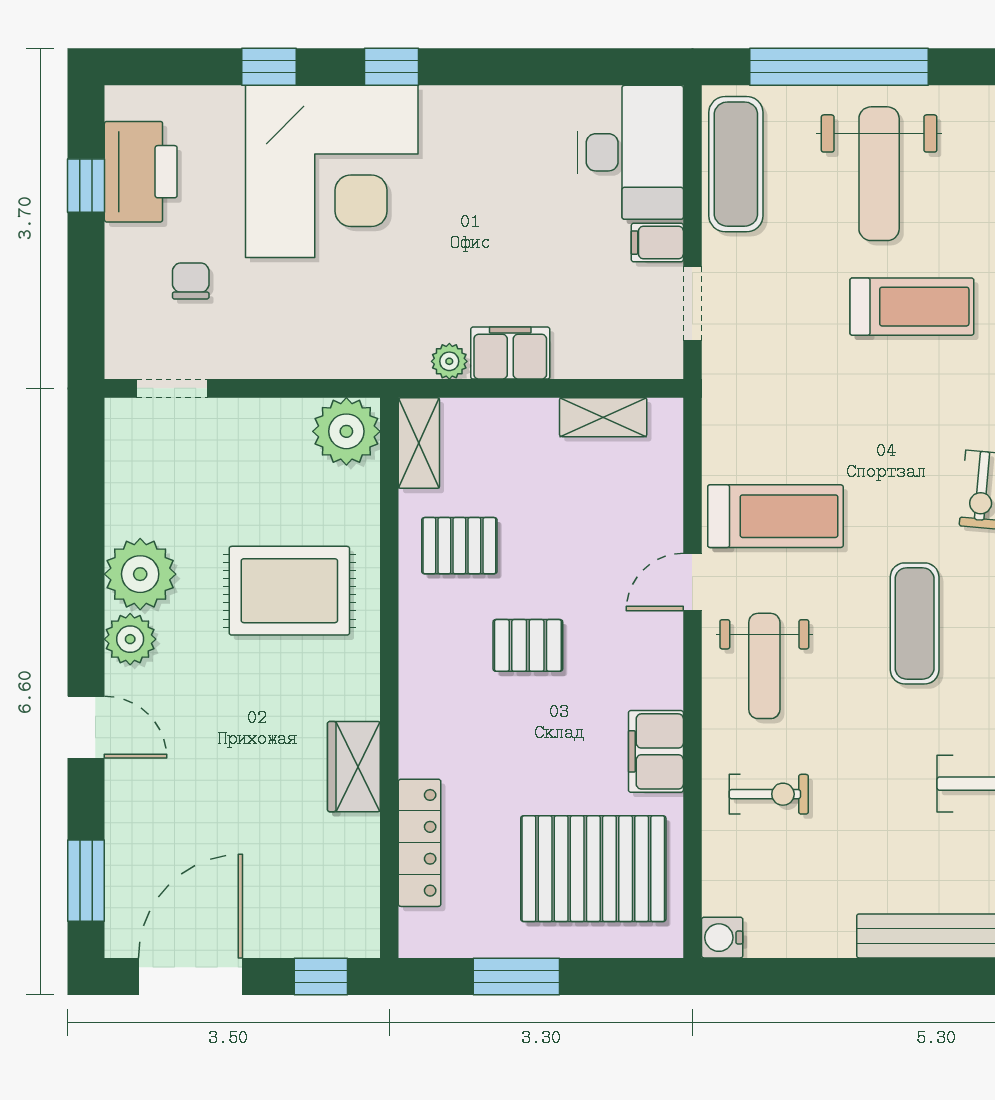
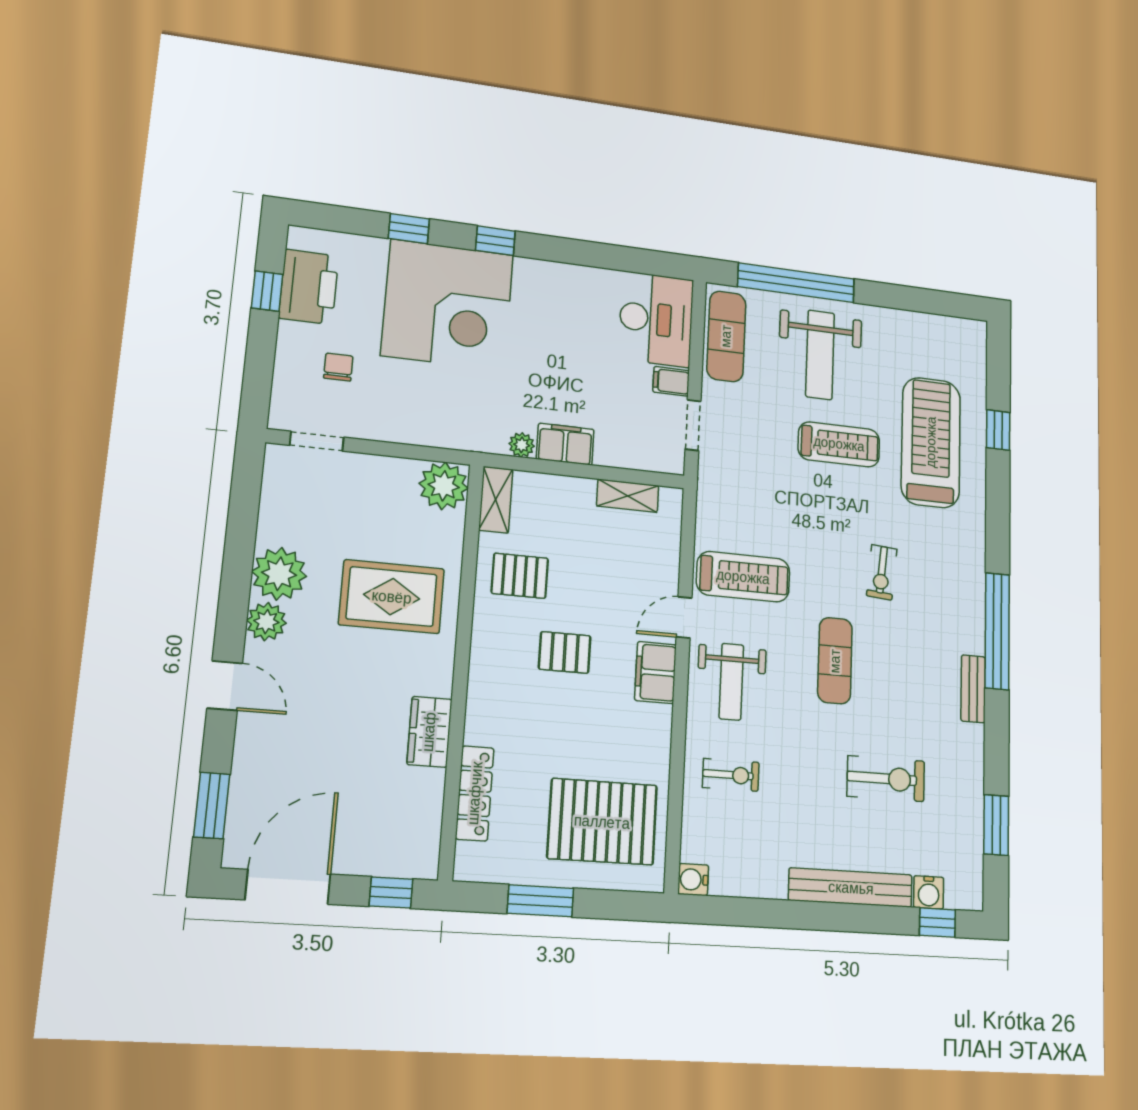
filing cabinet: (656, 751) -> (656, 672), moved

